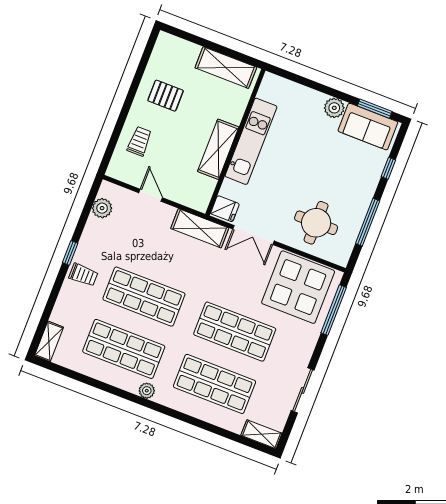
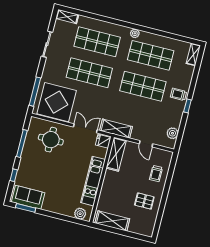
plant: (334, 108) -> (80, 214), moved
shelving: (218, 149) -> (116, 154), moved

